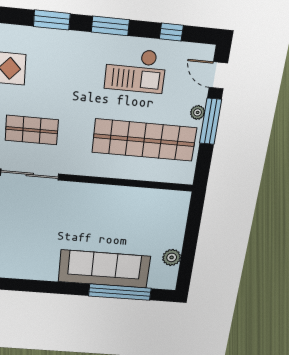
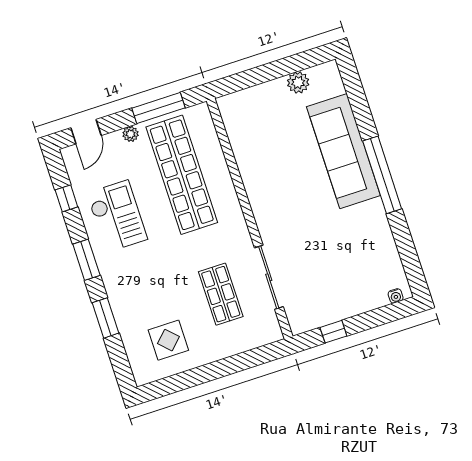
window: (211, 121) -> (158, 108), moved
window: (120, 292) -> (382, 175), moved

